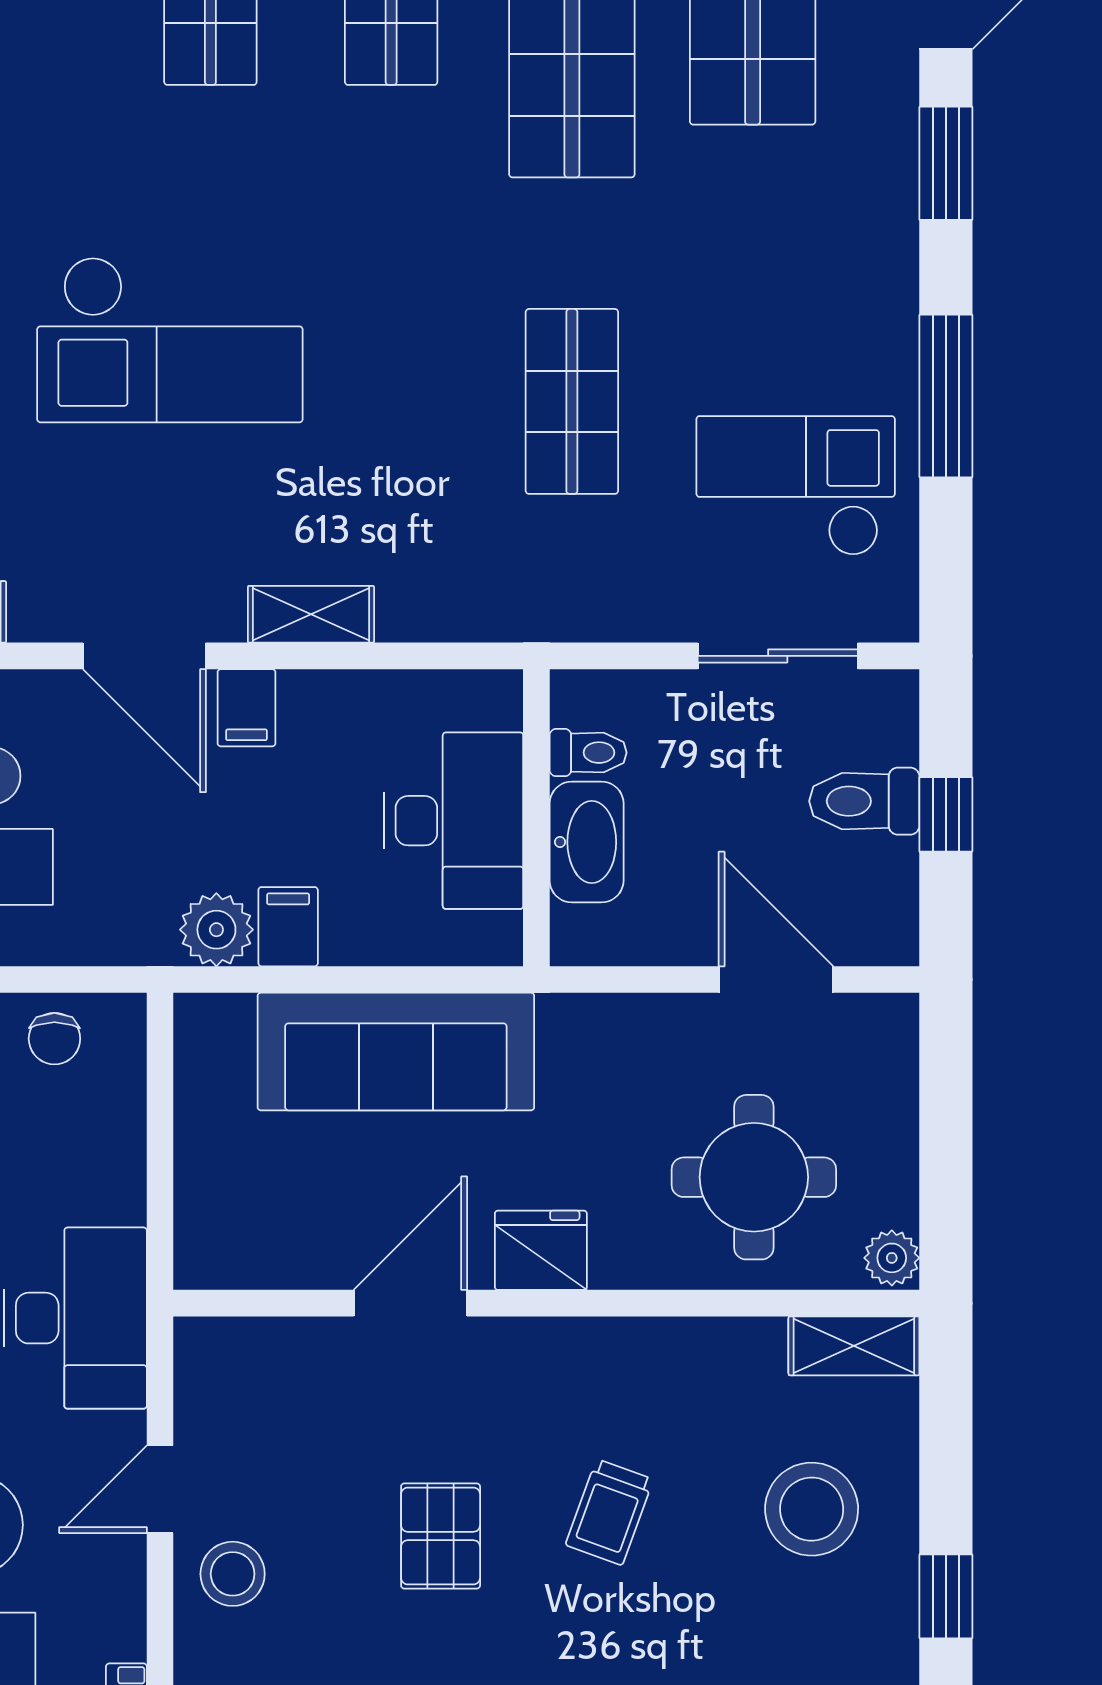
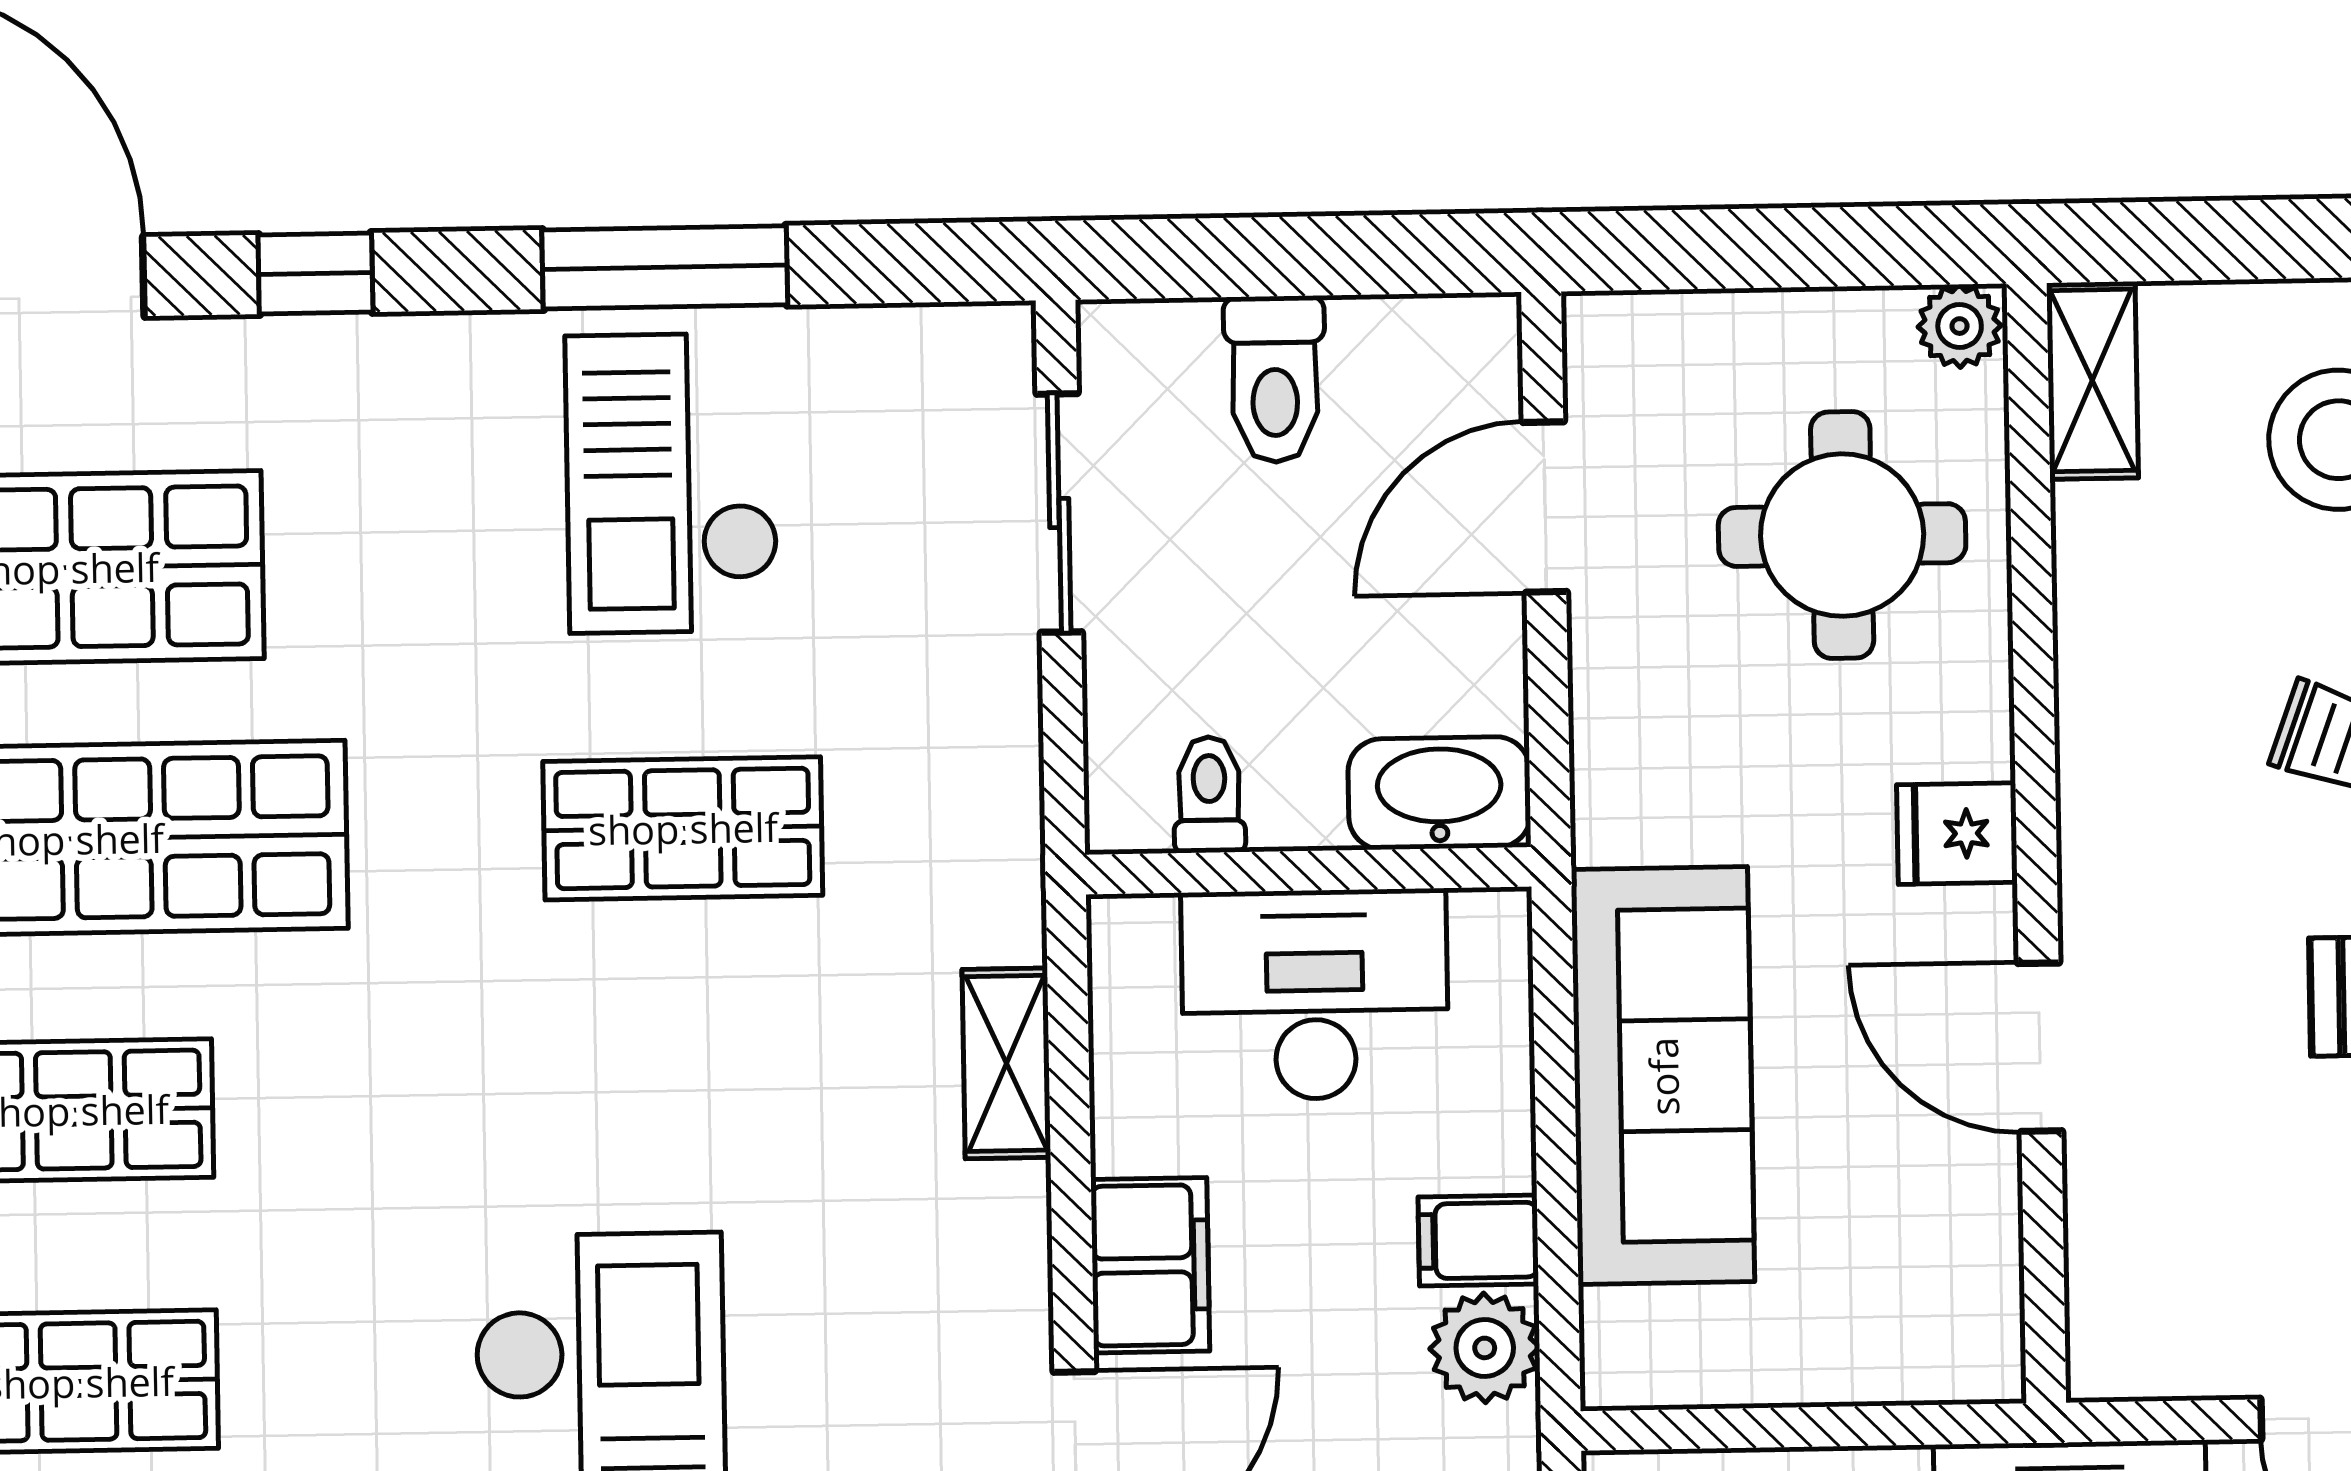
window: (946, 163) -> (315, 273), width x0.67
checkout: (796, 486) -> (672, 483), moved
shelving: (311, 614) -> (1006, 1063), moved
filing cabinet: (246, 708) -> (1150, 1265), width x2.00
window: (946, 814) -> (1293, 256), removed
washbasin: (587, 842) -> (1439, 793), moved
fridge: (541, 1250) -> (1957, 834), width x0.72

